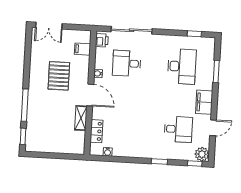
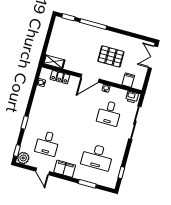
desk: (127, 63) -> (109, 113), turned 180
shelving: (81, 118) -> (54, 62), moved

